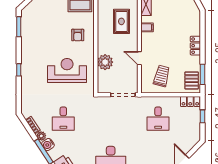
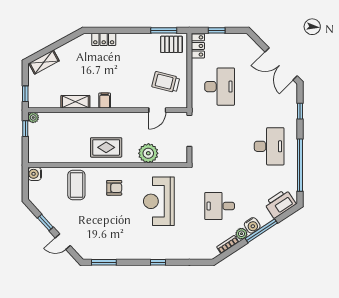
rug: (121, 21) -> (106, 147), moved
locker: (195, 46) -> (104, 39), moved
door: (139, 58) -> (157, 110), moved
desk: (63, 119) -> (220, 206), turned 180
desk: (158, 119) -> (220, 87), width x1.37

